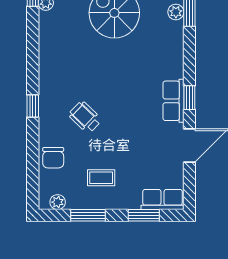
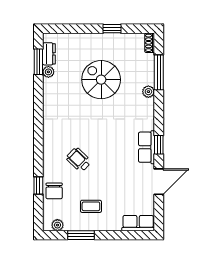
plant: (176, 12) -> (148, 92), moved
window: (33, 106) -> (38, 186), moved
window: (144, 215) -> (124, 235), removed

